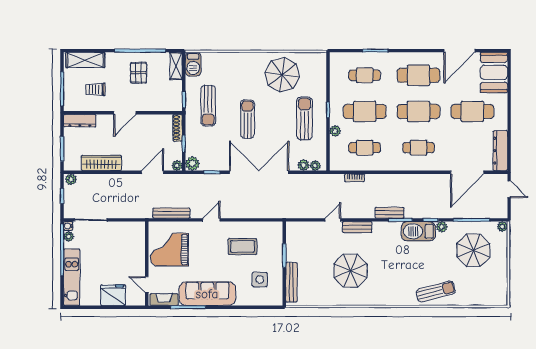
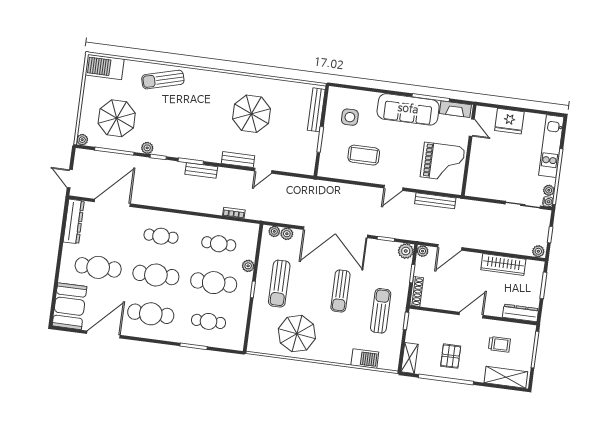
barbecue: (193, 64) -> (365, 359), moved, turned 90
barbecue: (418, 231) -> (105, 67), moved, turned 180

